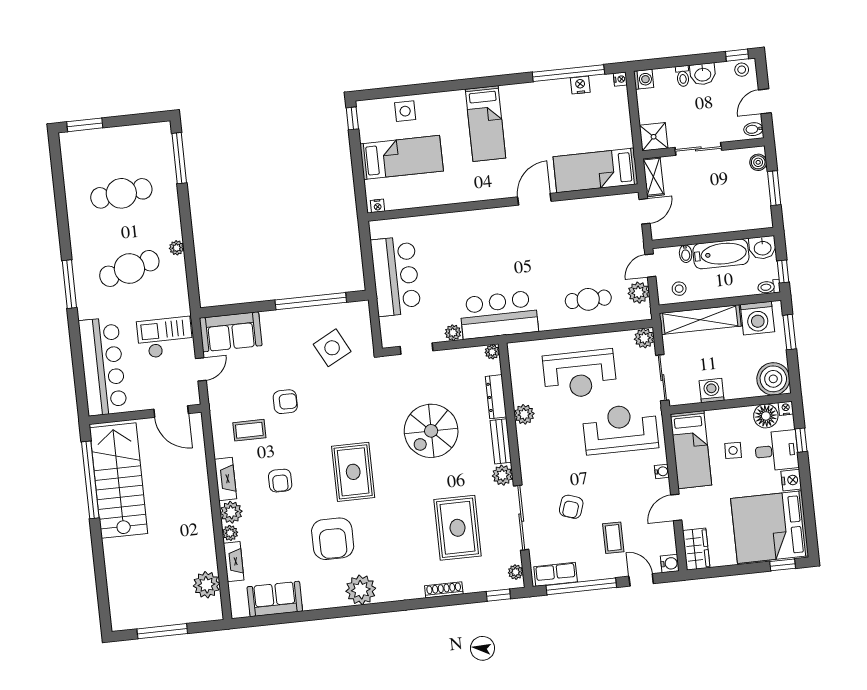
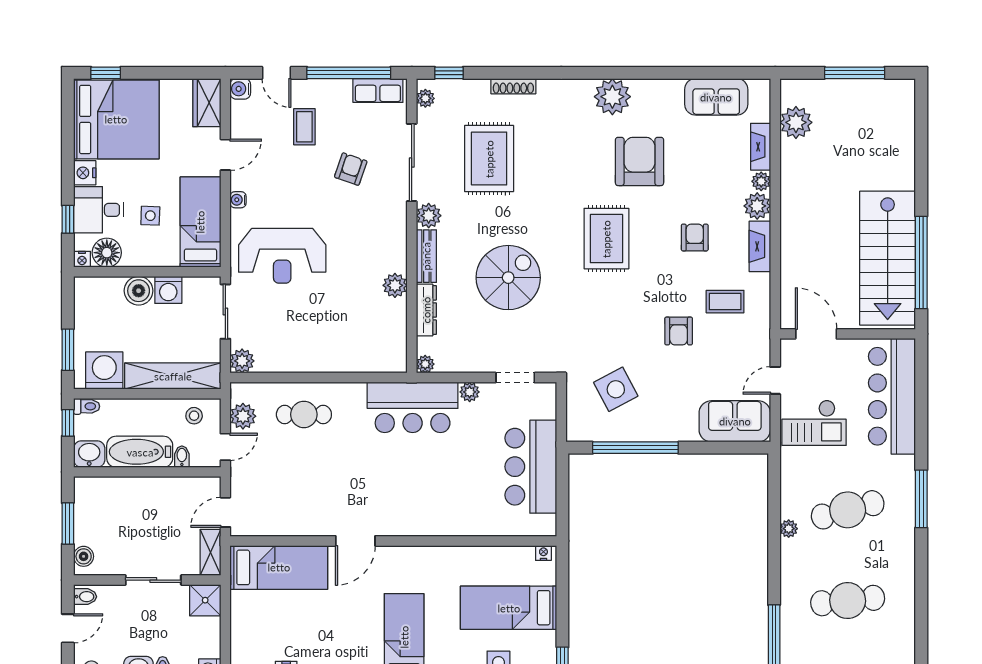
reception desk: (580, 374) -> (324, 326), removed
boiler: (773, 379) -> (139, 291), moved, width x0.73, depth x0.73
armchair: (285, 402) -> (679, 331), turned -90

